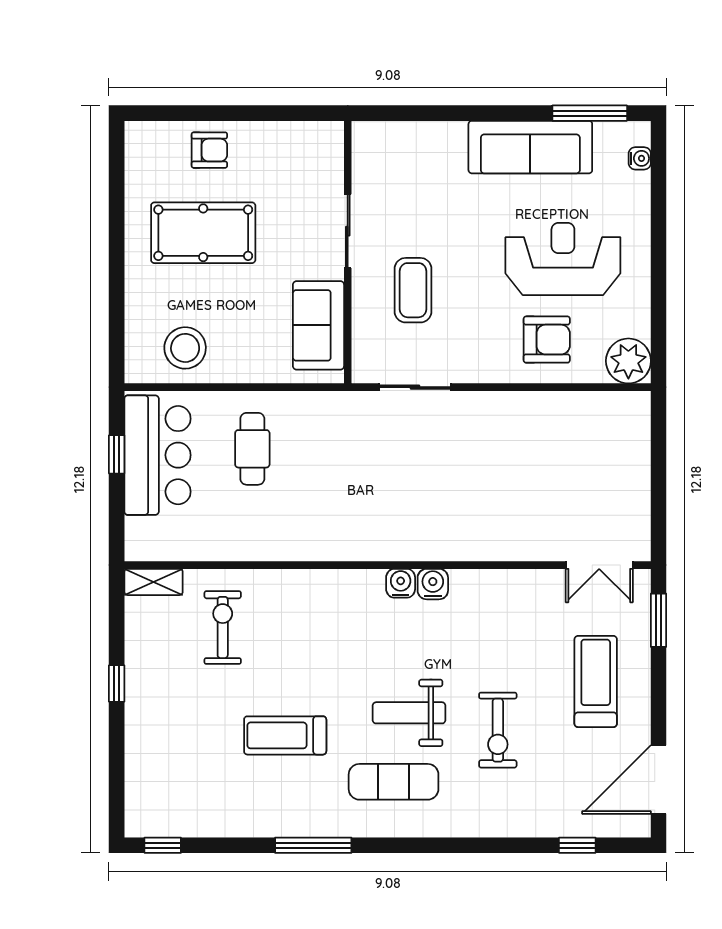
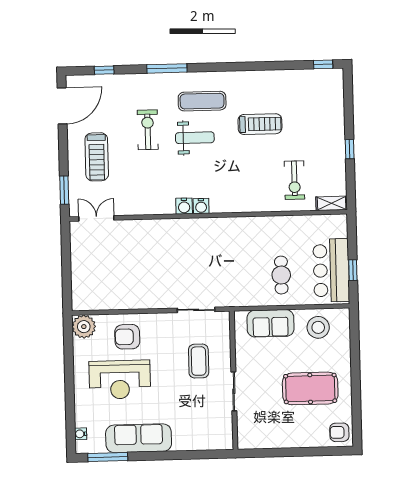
armchair: (209, 150) -> (339, 432), moved
sofa: (318, 325) -> (270, 323), moved, turned 90
window: (313, 845) -> (167, 68), moved

